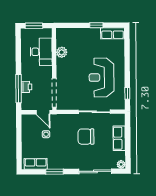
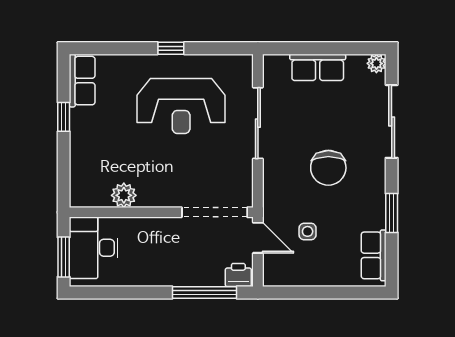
desk: (41, 52) -> (94, 248), moved, turned -90
printer: (26, 87) -> (238, 275), moved
window: (127, 93) -> (171, 48), moved
door: (43, 112) -> (258, 238), hinge flipped
chair: (86, 137) -> (328, 168), moved

